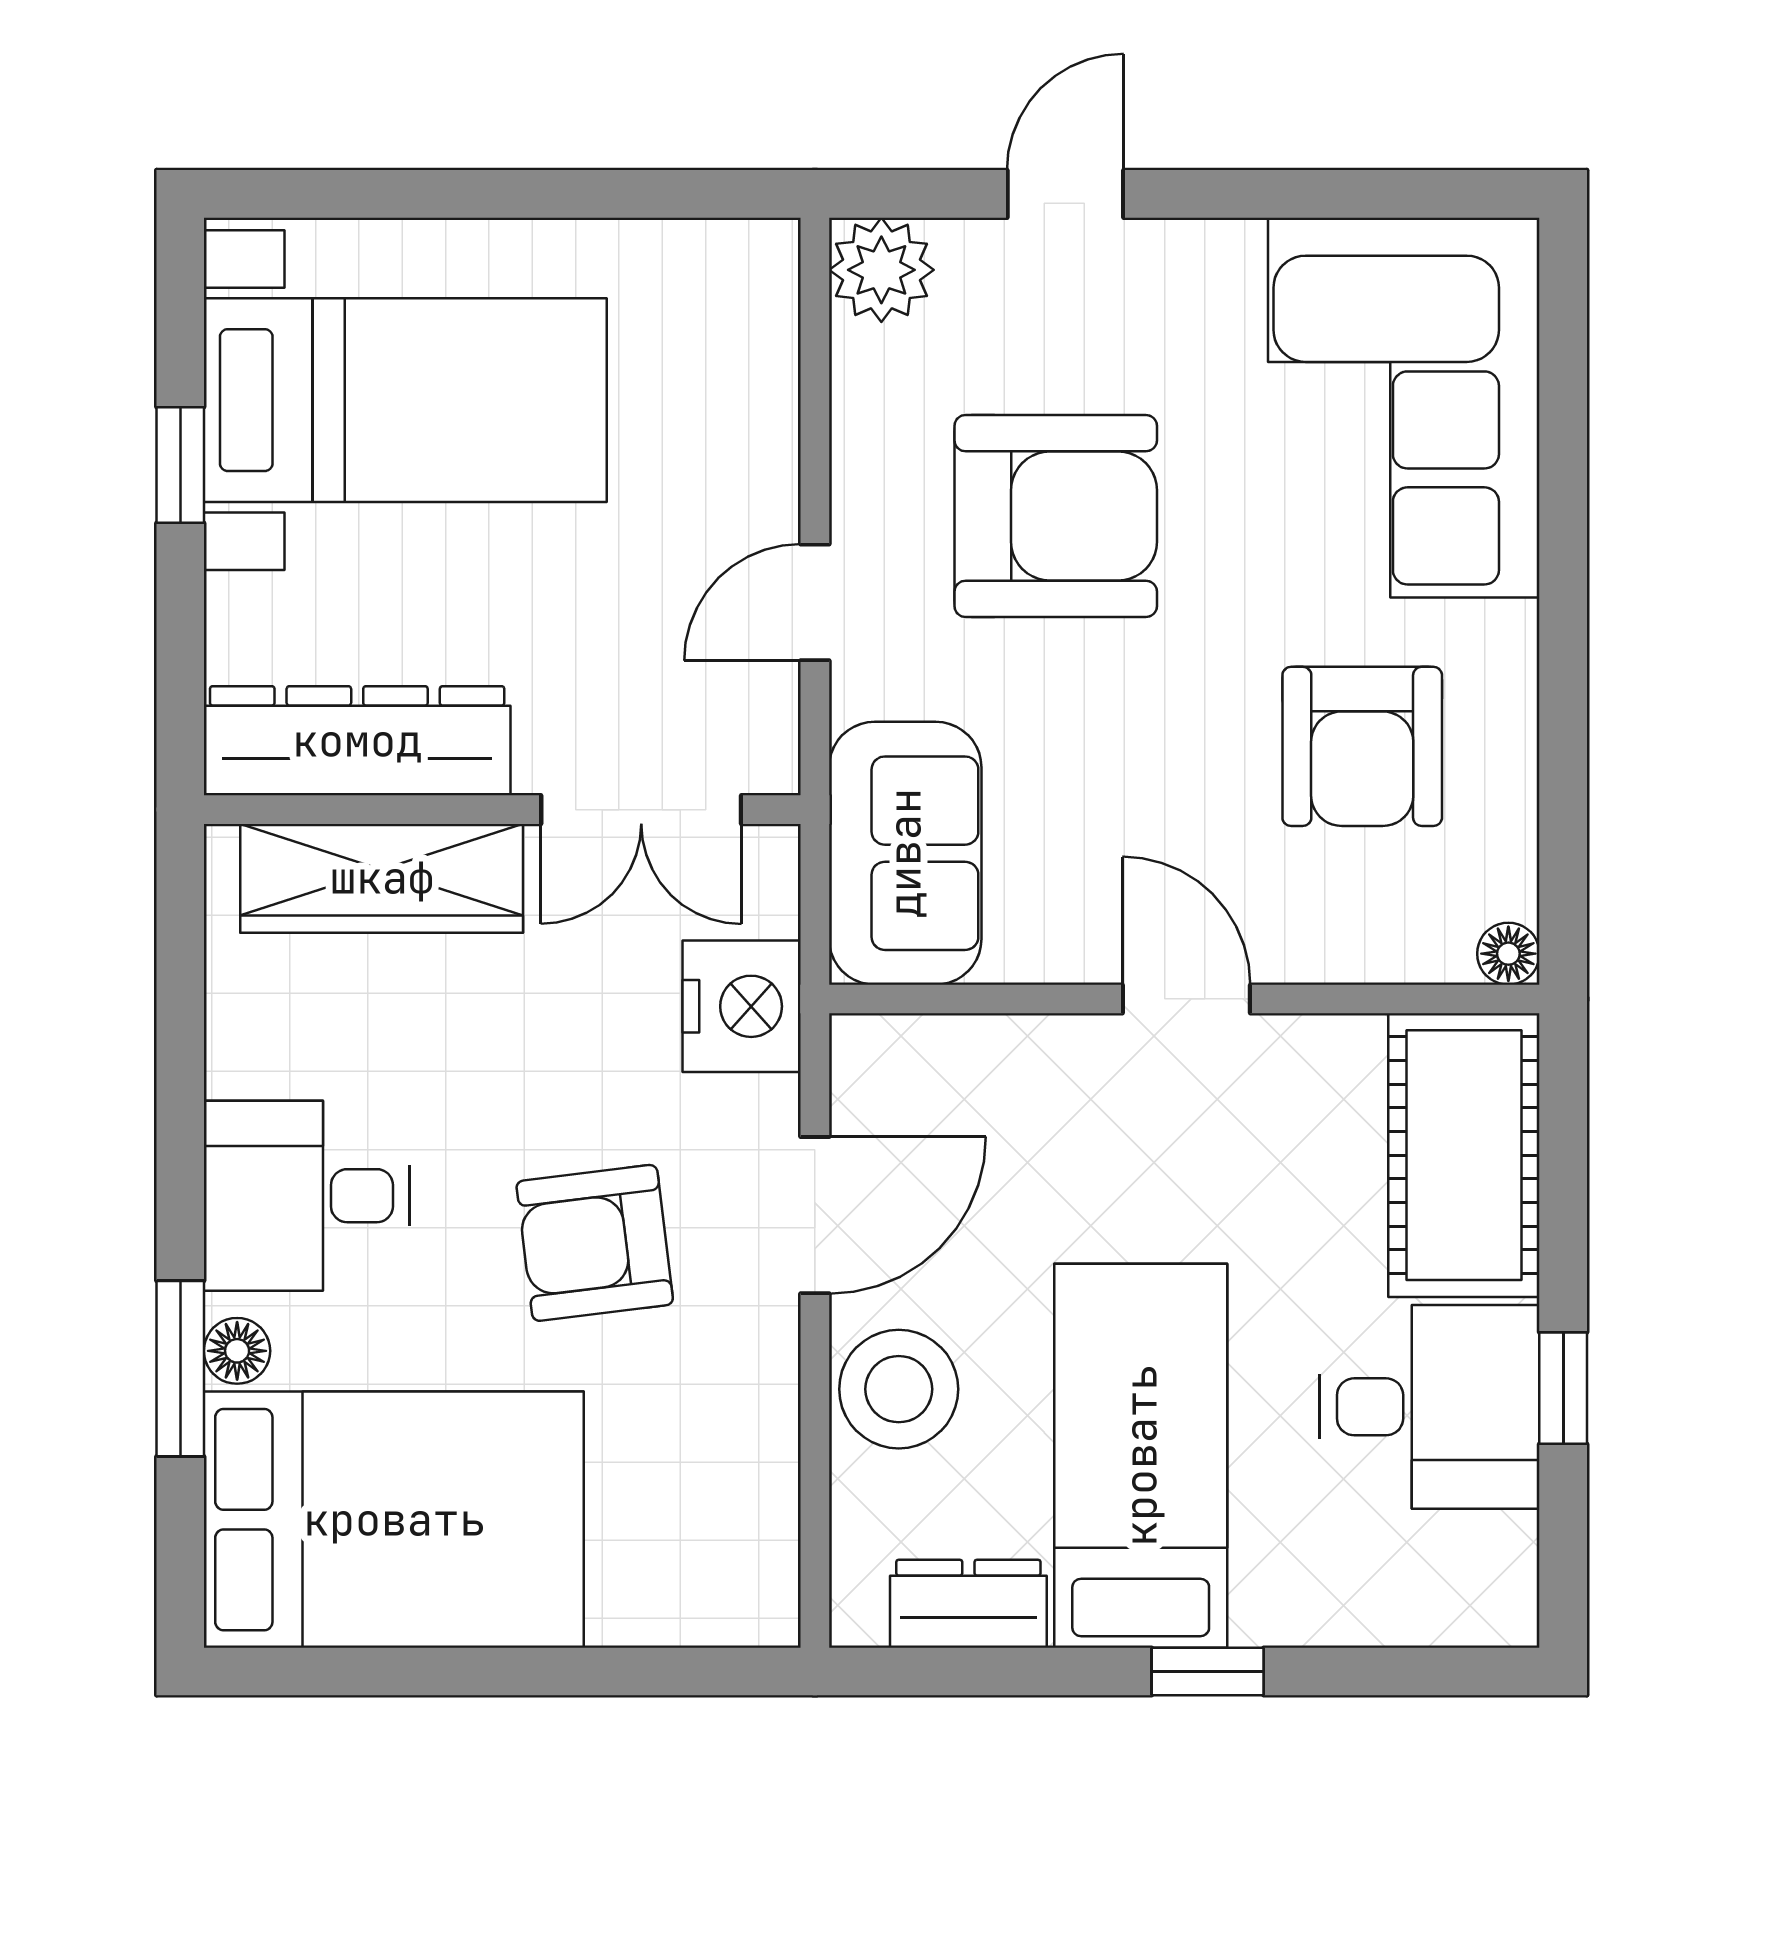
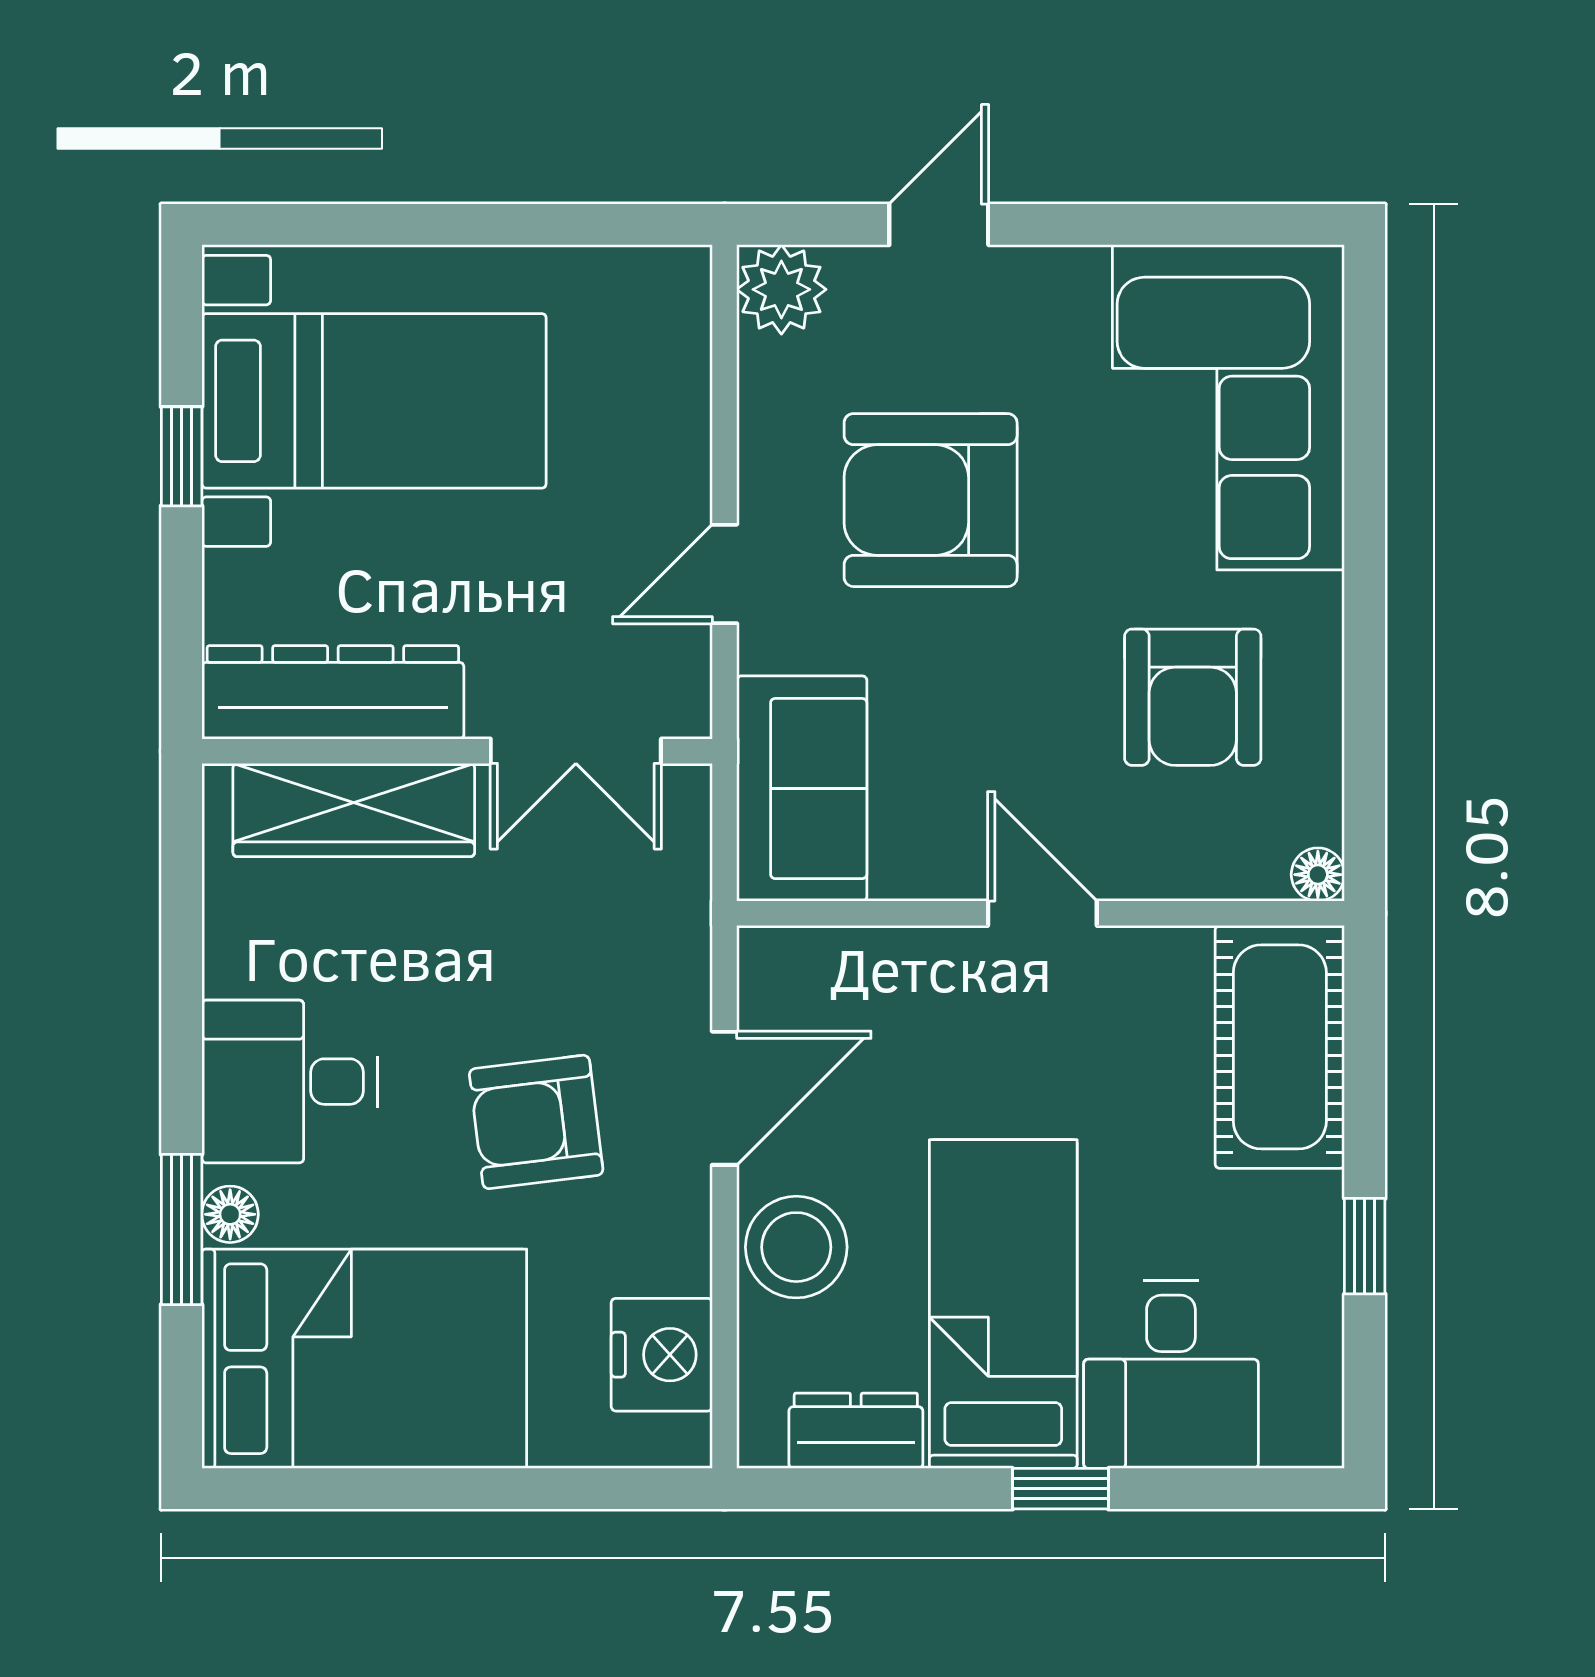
armchair: (1056, 516) -> (931, 500), turned 180
nightstand: (742, 1006) -> (662, 1355), moved
desk: (1429, 1407) -> (1171, 1374), moved, turned 90

